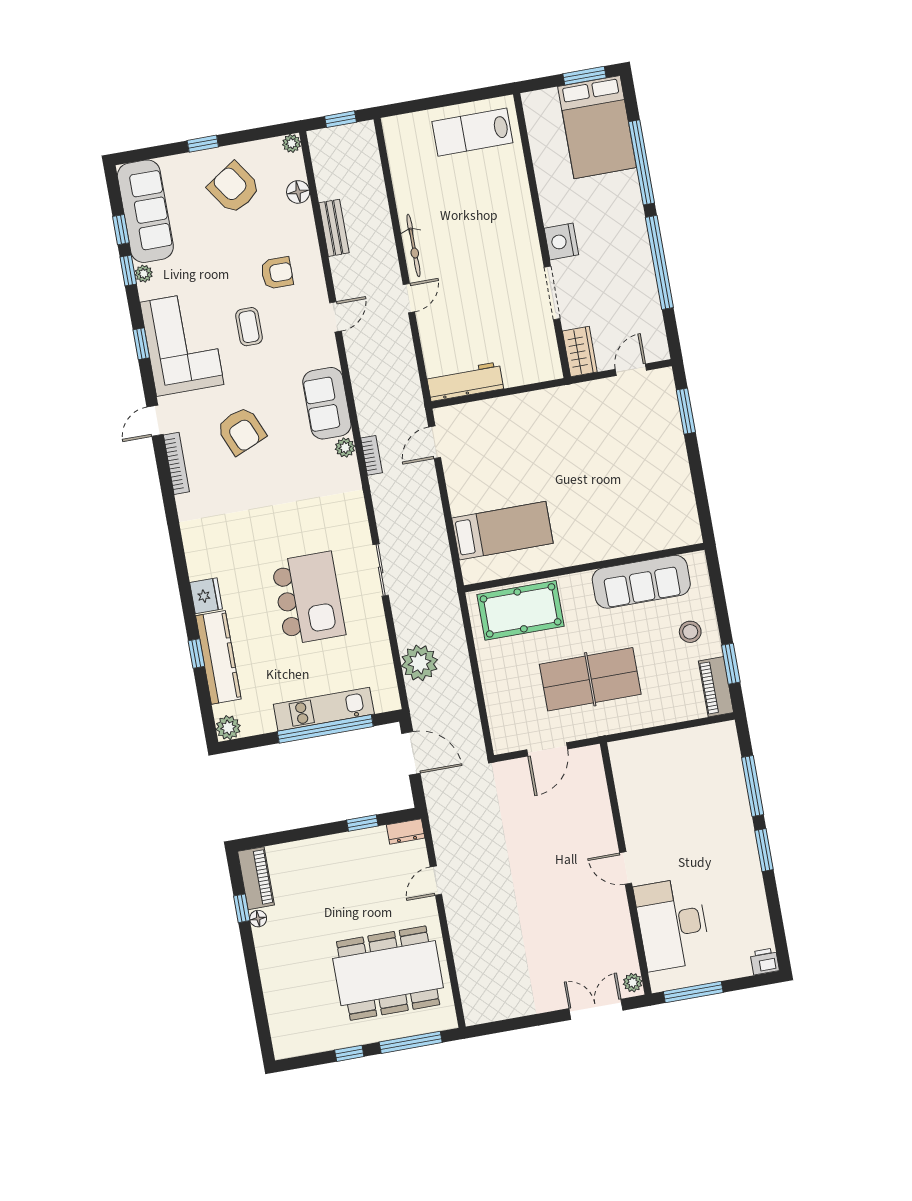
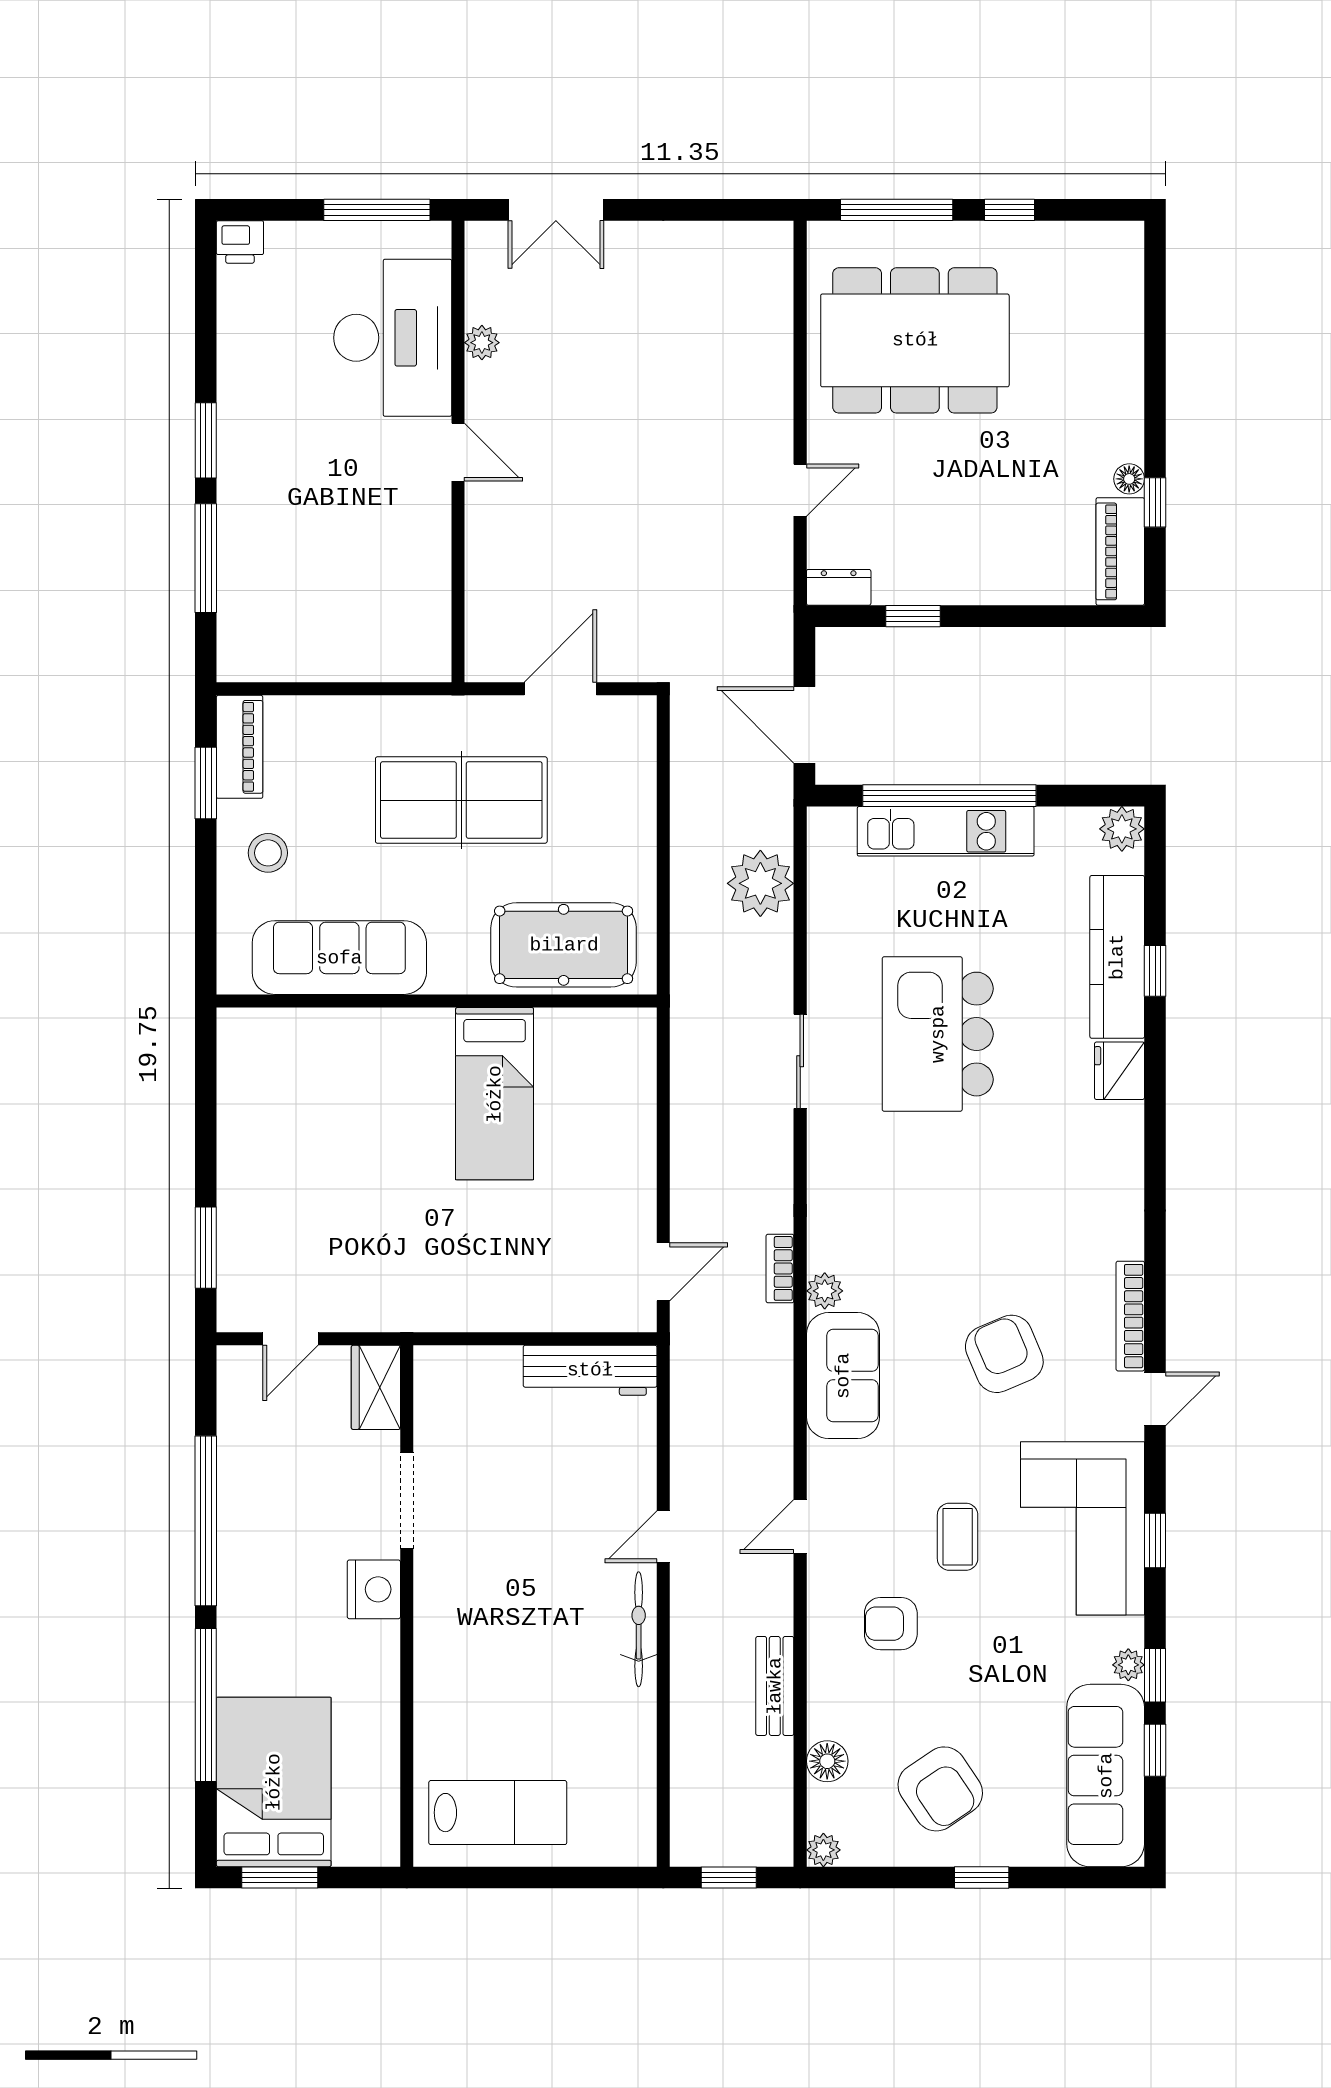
bed: (502, 531) -> (495, 1094), moved, turned -90
plant: (633, 983) -> (482, 343), moved

